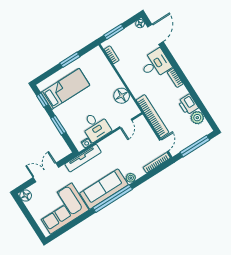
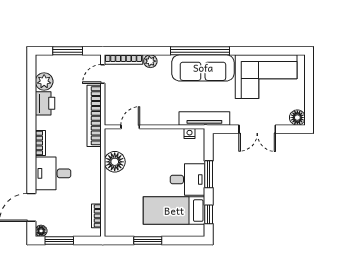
window: (114, 32) -> (59, 241), moved
desk: (96, 126) -> (187, 179), moved, turned 90
window: (195, 146) -> (68, 51), width x0.69
plant: (131, 178) -> (150, 61), moved

